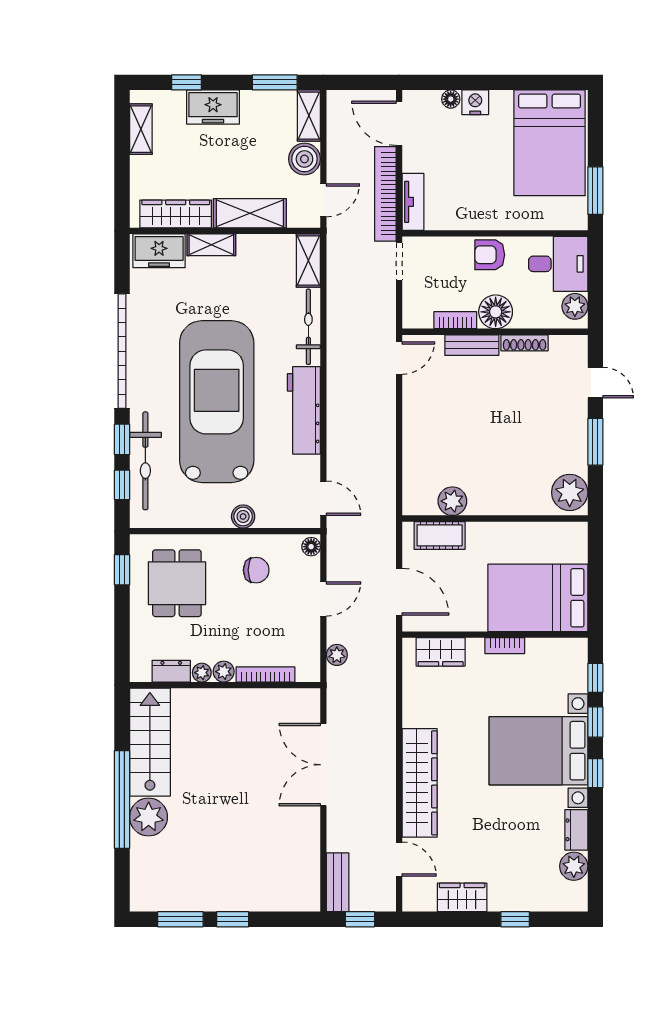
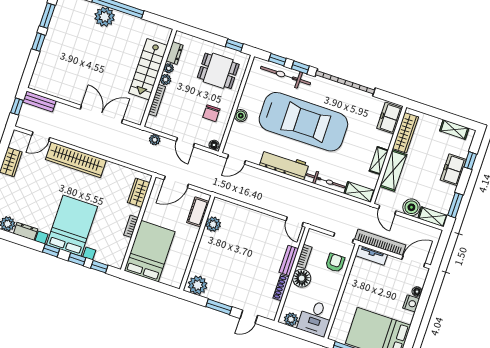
shelving: (211, 245) -> (379, 161), moved
armchair: (490, 255) -> (335, 263), moved
stairs: (150, 742) -> (148, 69), moved, turned 90

